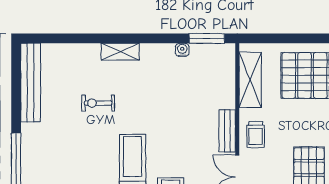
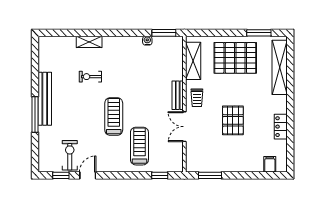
shelving: (120, 52) -> (89, 42), moved
bench: (31, 83) -> (45, 99), moved

